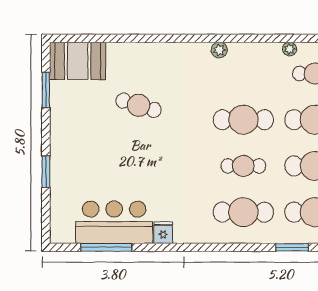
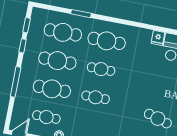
cafe table: (243, 120) -> (96, 97), width x0.73, depth x0.74

